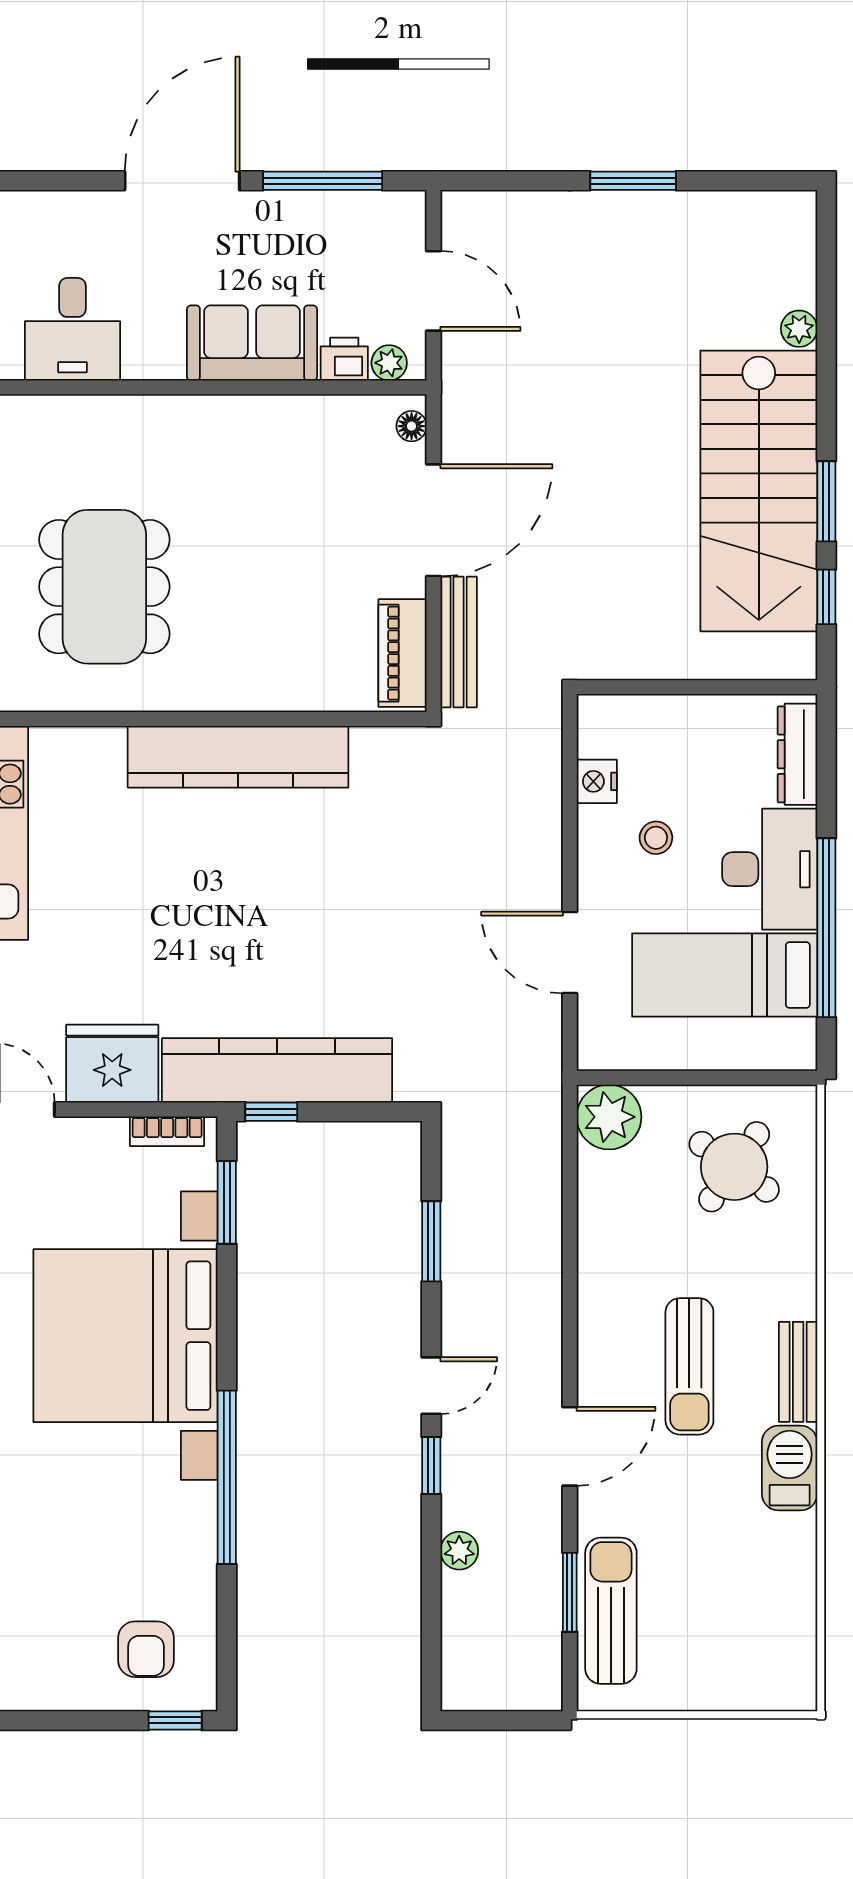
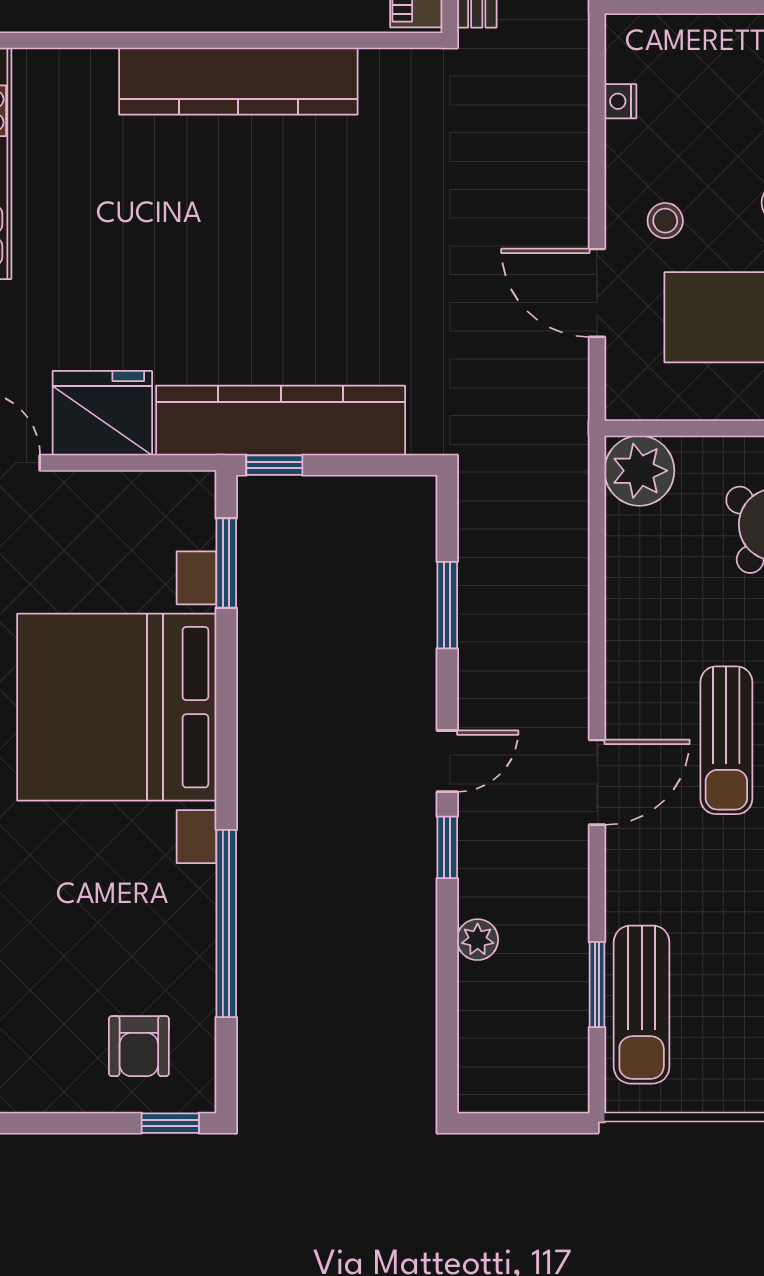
nightstand: (597, 781) -> (620, 101), width x0.72, depth x0.74
stool: (656, 838) -> (665, 221), moved
bookcase: (167, 1131) -> (162, 486), removed
door: (570, 1446) -> (597, 782), moved
window: (227, 1477) -> (226, 923), moved
sun lounger: (611, 1611) -> (642, 1005), turned 180

